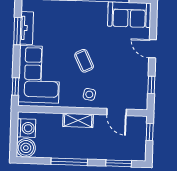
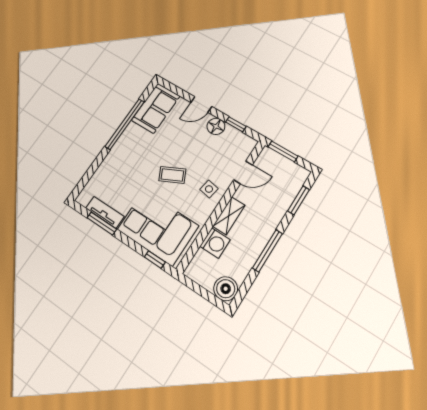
floor lamp: (141, 71) -> (216, 126), added
washing machine: (26, 128) -> (215, 243), moved, turned 90
window: (150, 132) -> (283, 151), width x1.50

